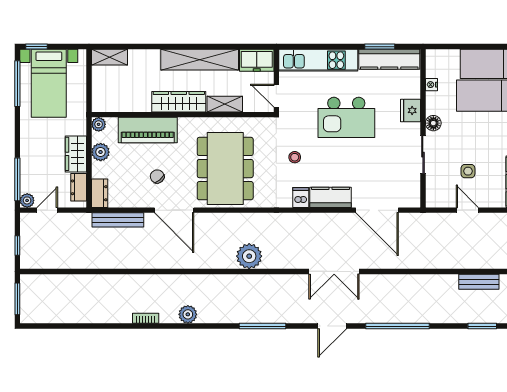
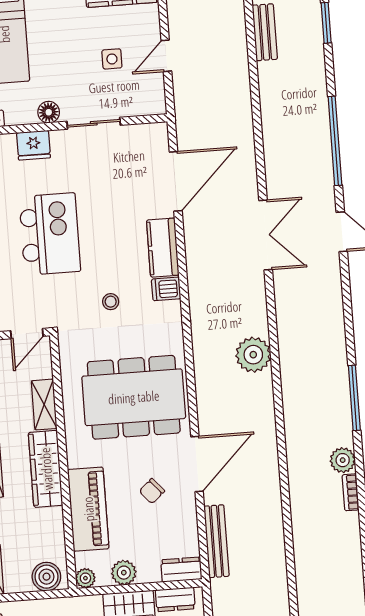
boiler: (102, 97) -> (46, 577), added
plant: (188, 314) -> (343, 460), moved
window: (263, 326) -> (354, 398), moved

